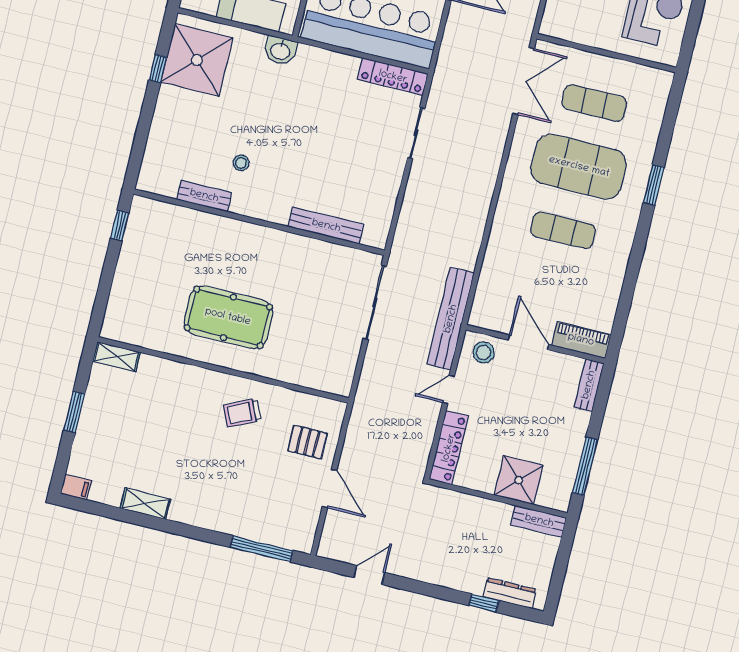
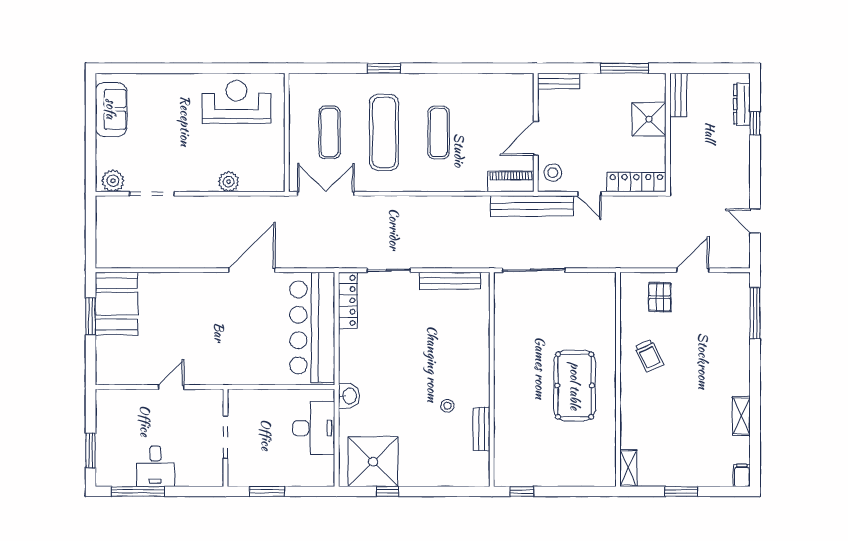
exercise mat: (579, 167) -> (384, 132), width x0.68
bench: (326, 226) -> (450, 281), moved, turned 90
piano: (581, 340) -> (511, 181), moved, turned 90

